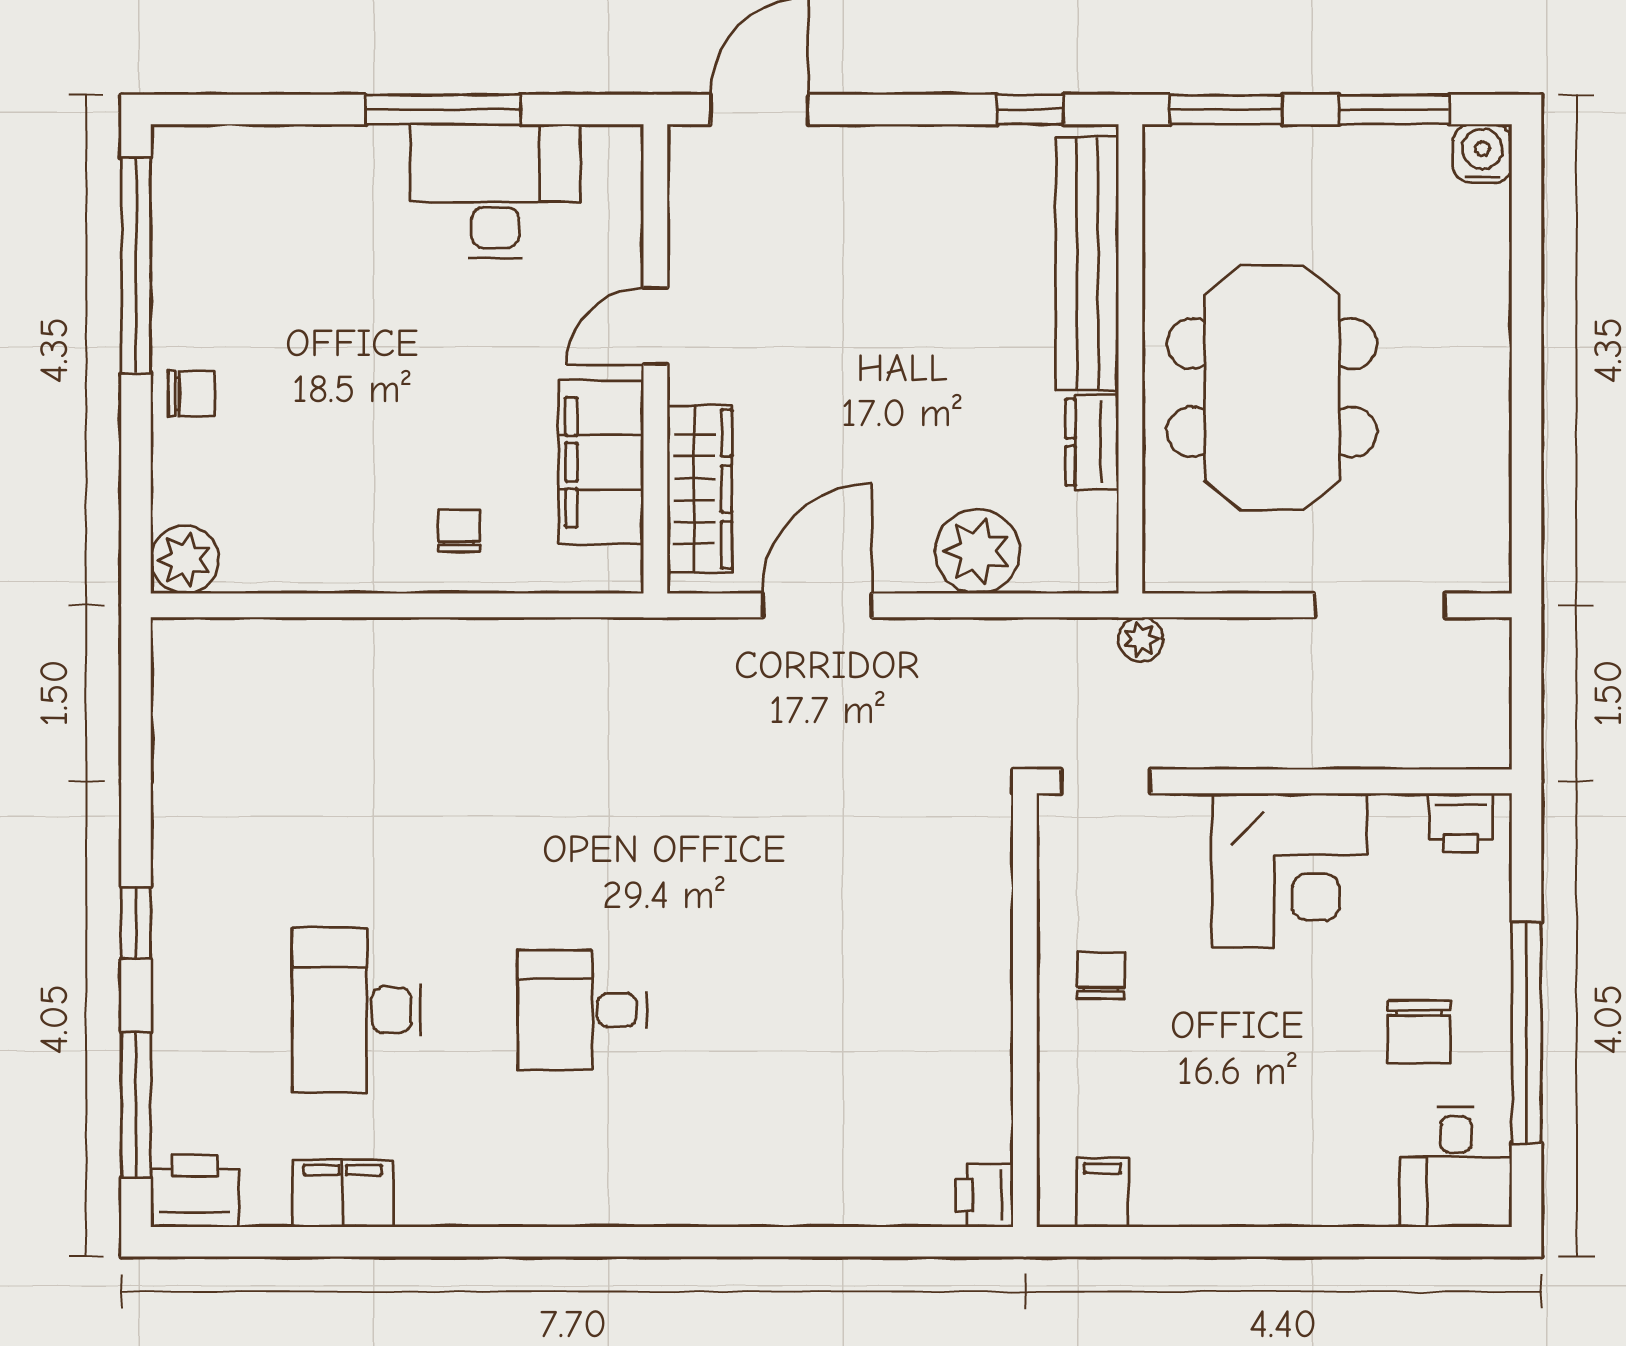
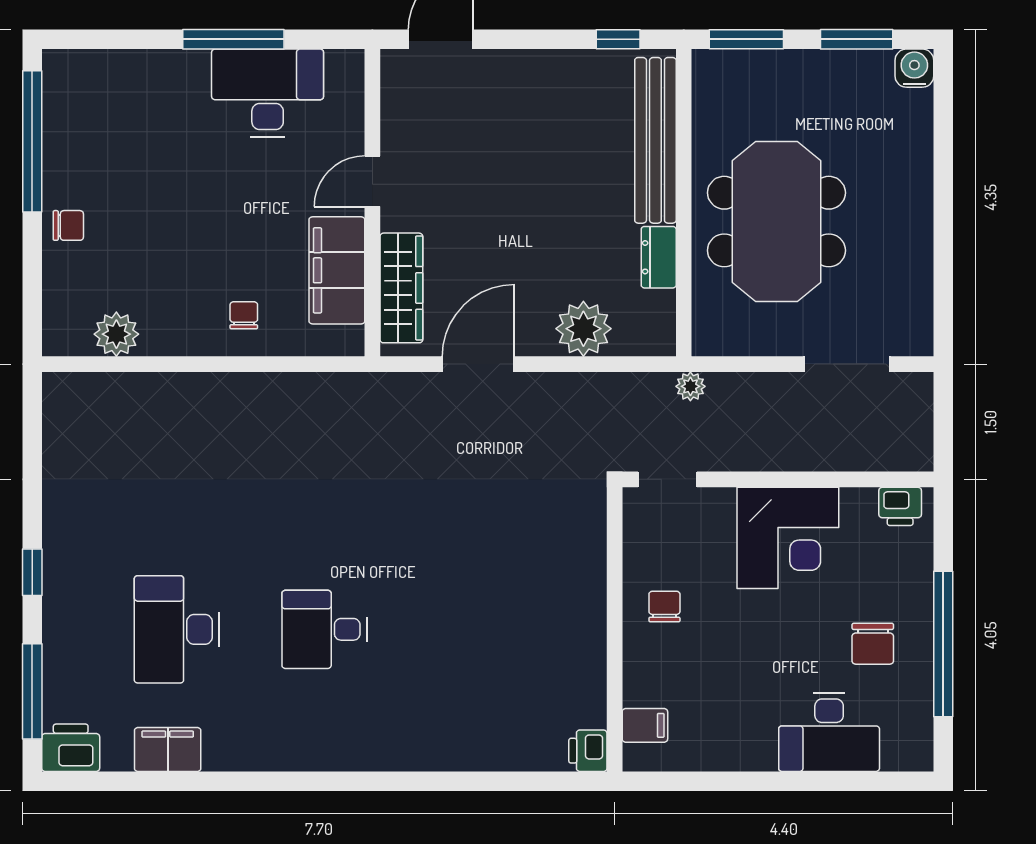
plant: (185, 560) -> (116, 334), moved
desk: (1456, 1167) -> (829, 732), moved, width x1.37
filing cabinet: (1103, 1193) -> (645, 725), moved, turned 90

